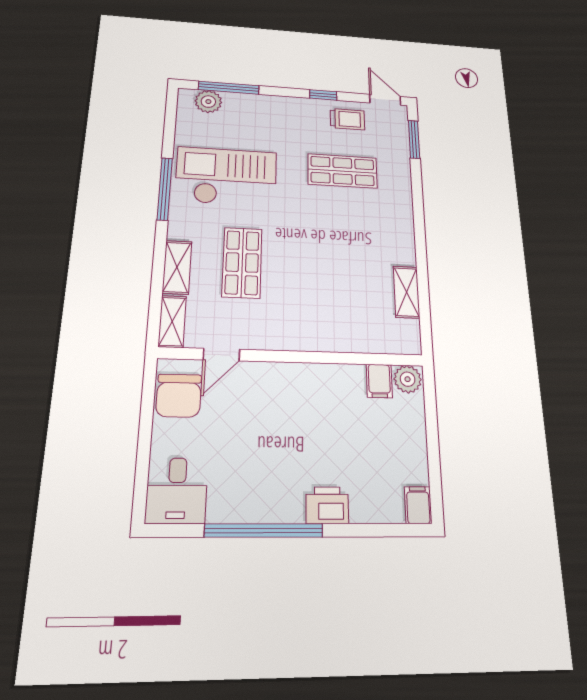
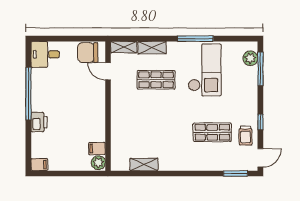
shop shelf: (343, 171) -> (212, 132), turned 90

